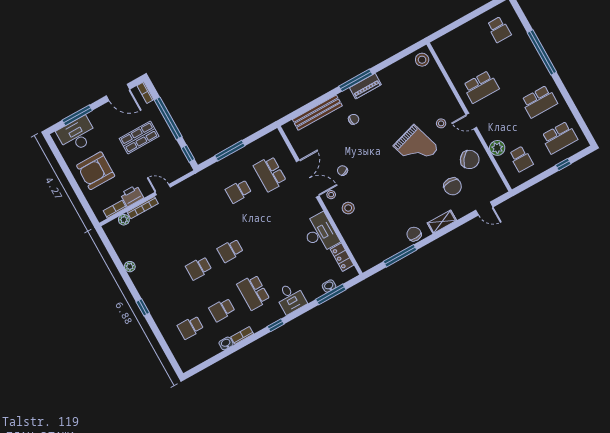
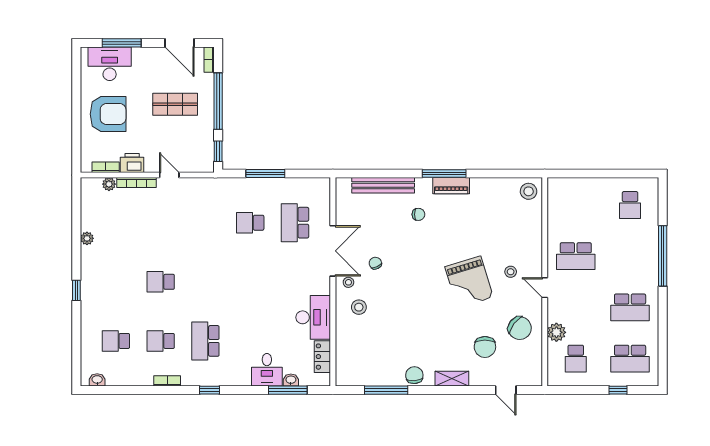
armchair: (96, 171) -> (108, 114), turned 180
school desk: (230, 251) -> (205, 282), removed
desk: (291, 298) -> (267, 370), moved
washbasin: (226, 343) -> (97, 380), moved

